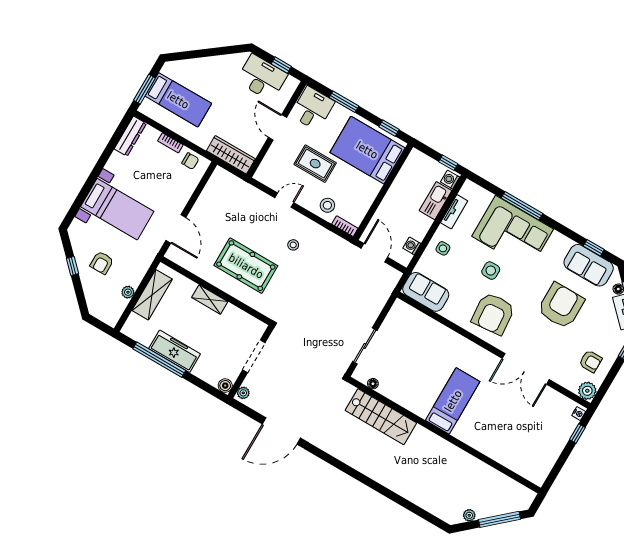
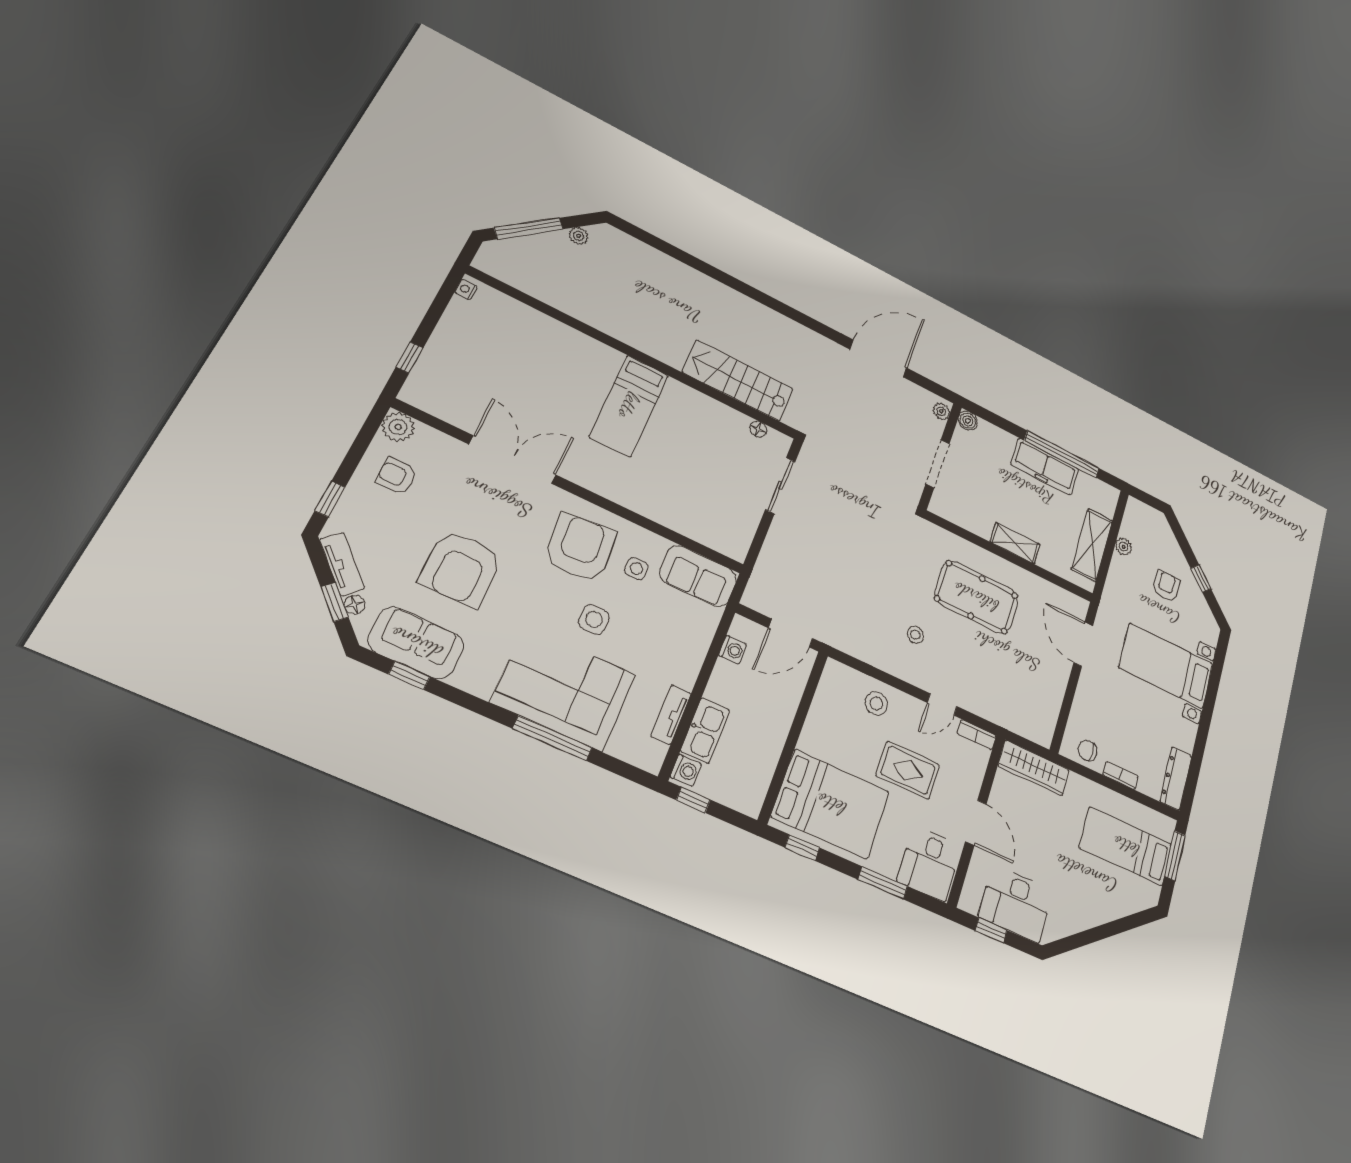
bookcase: (345, 226) -> (977, 735), moved
side table: (443, 248) -> (636, 568), moved
door: (374, 253) -> (791, 633), hinge flipped
nightstand: (579, 414) -> (466, 289), moved

